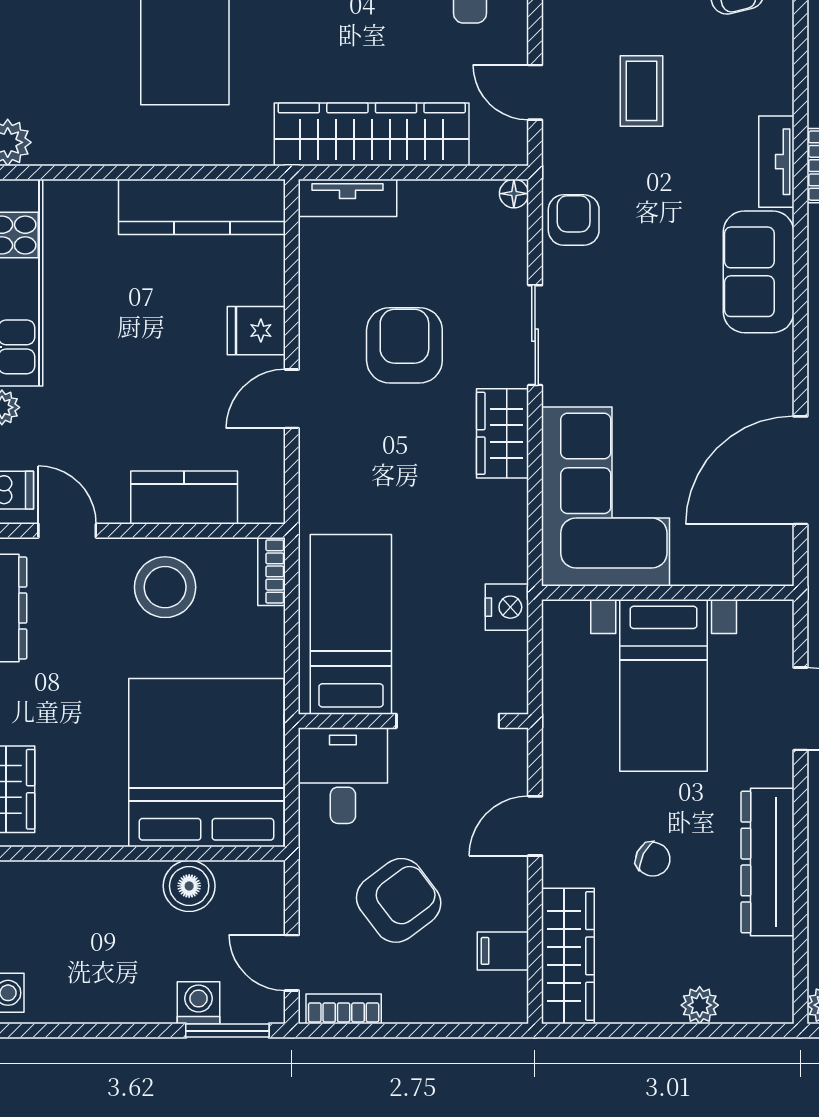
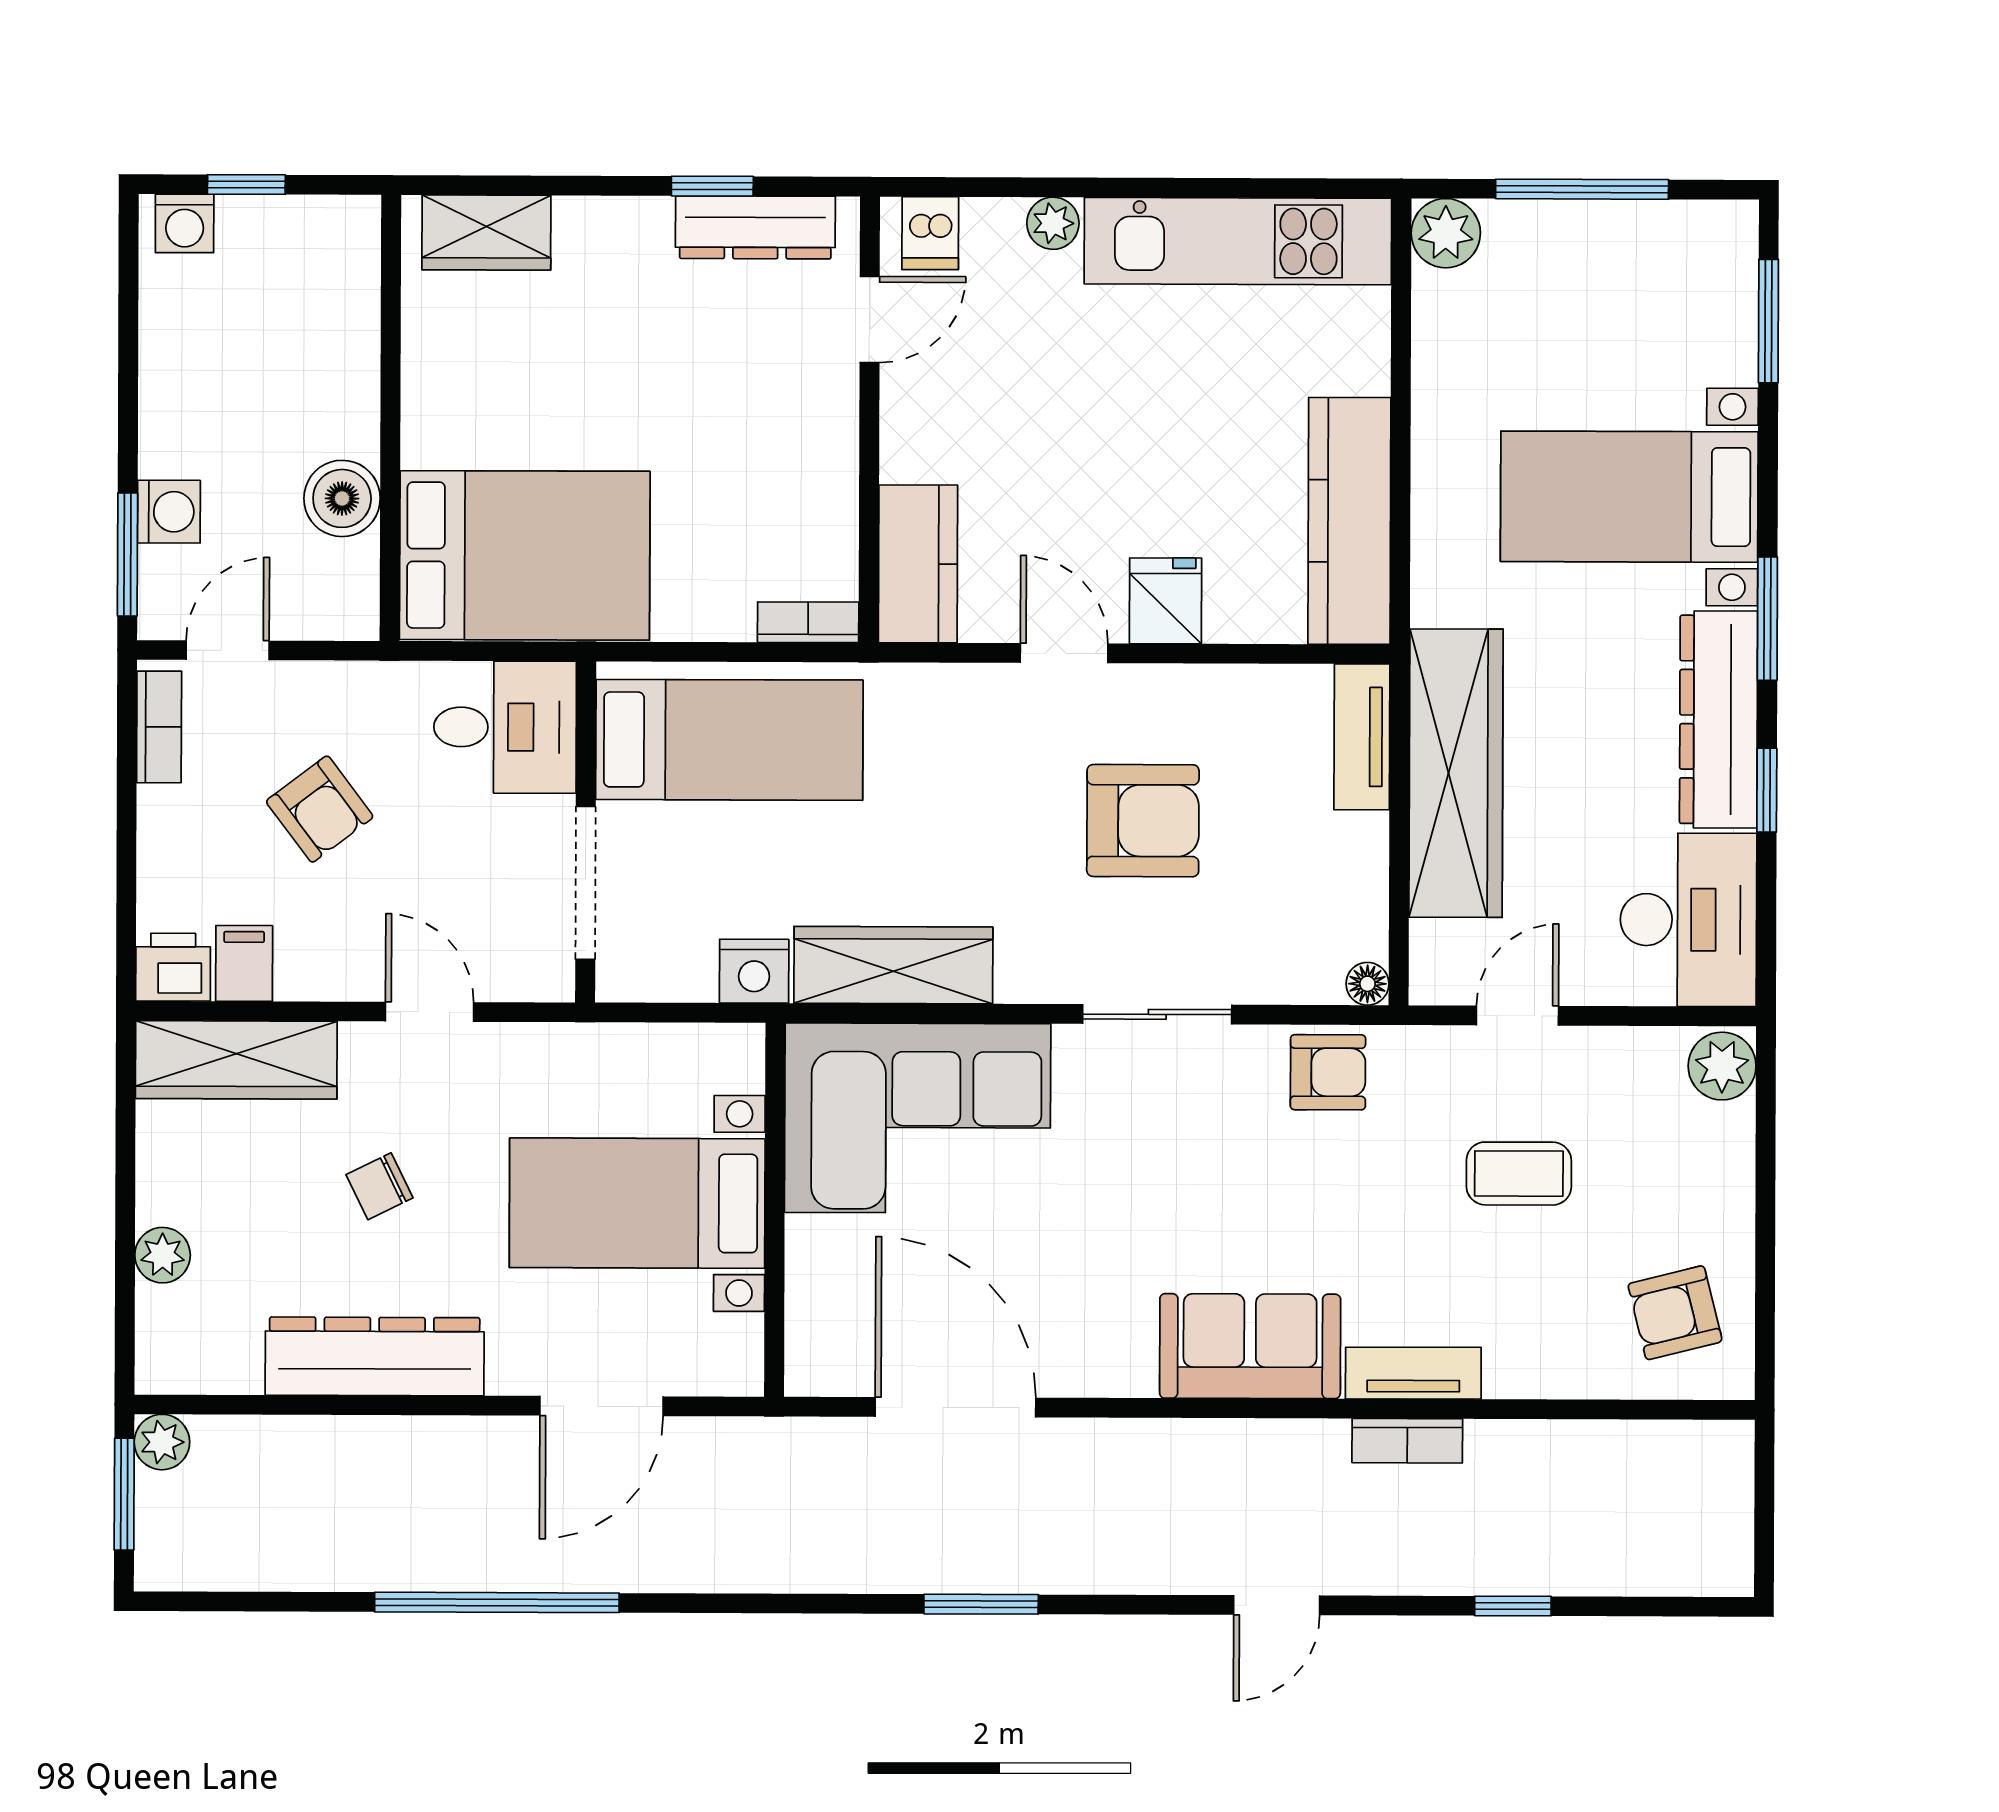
wardrobe: (502, 433) -> (893, 965), moved, width x1.50
kitchen counter: (184, 498) -> (918, 564), moved
stool: (165, 587) -> (785, 464), removed
bed: (206, 763) -> (525, 555), width x0.73
chair: (653, 859) -> (379, 1186), turned 37
armchair: (399, 900) -> (320, 809), width x0.72, depth x0.72
printer: (506, 999) -> (173, 967), added

